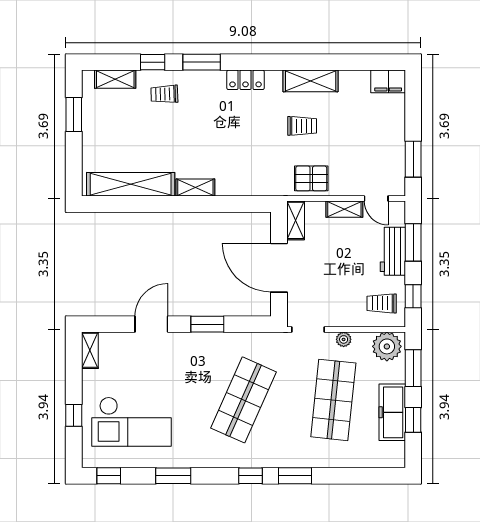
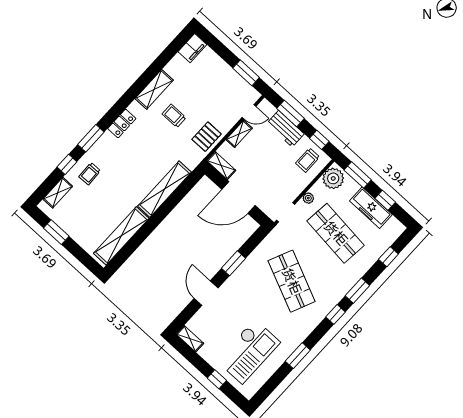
trolley: (302, 126) -> (174, 116), turned -90
shelving: (195, 188) -> (165, 189), width x2.20, depth x1.33
window: (109, 476) -> (388, 257), moved

